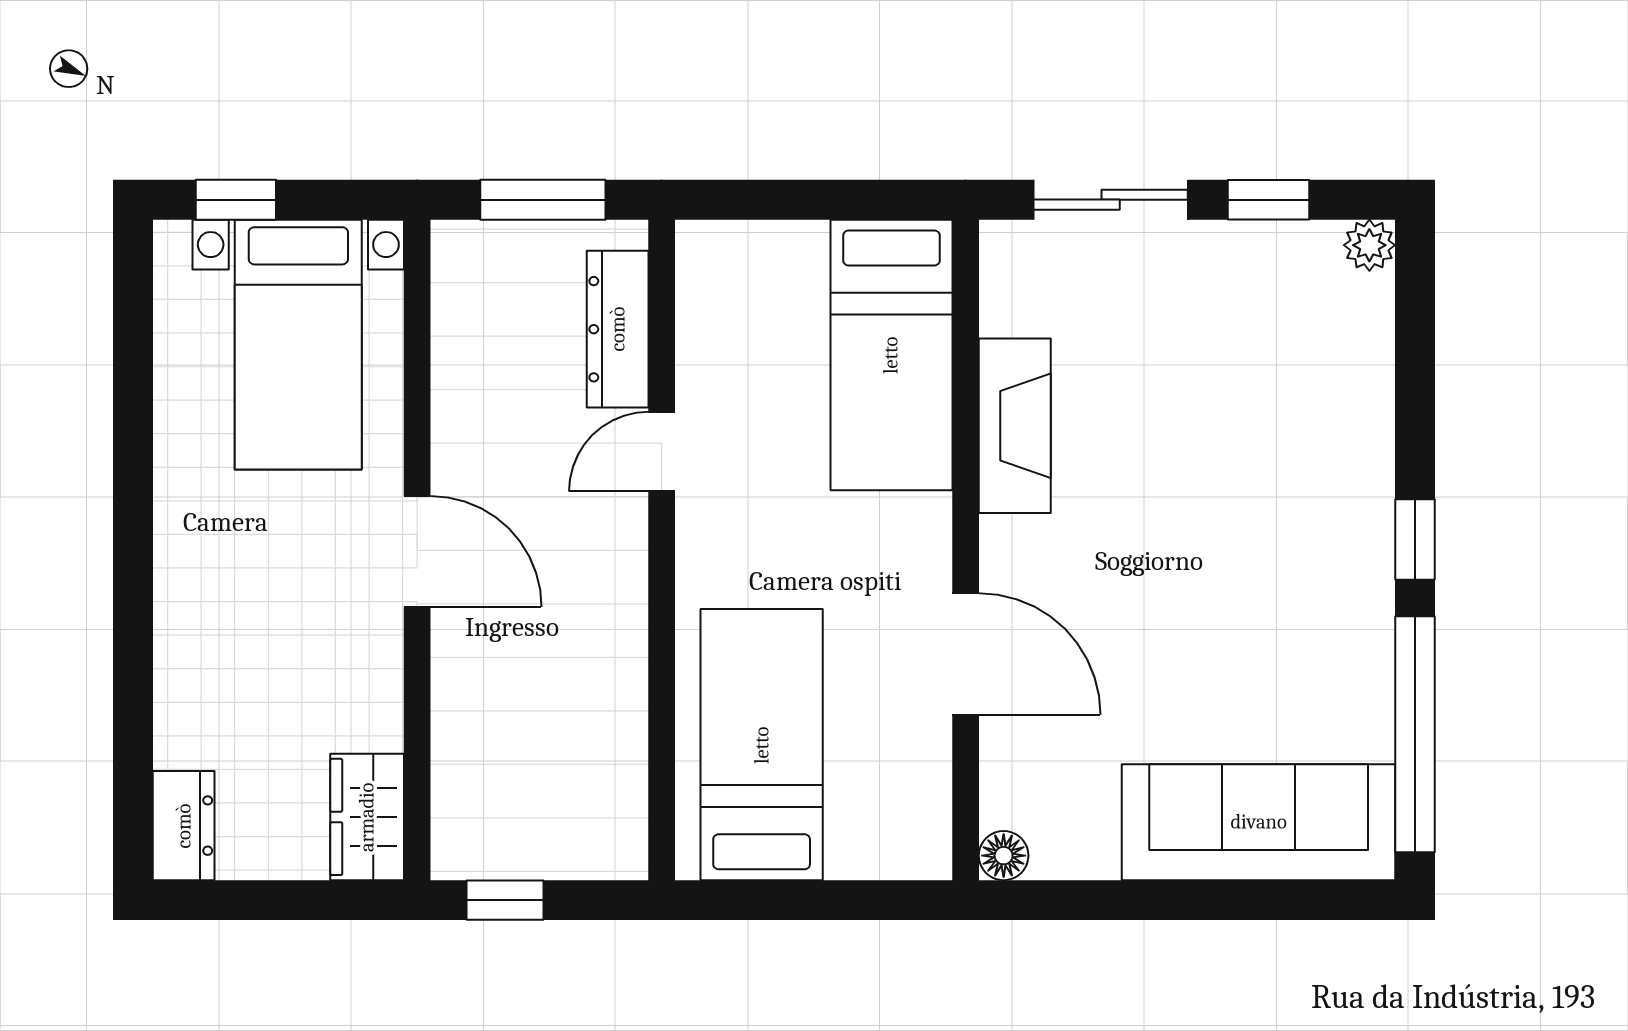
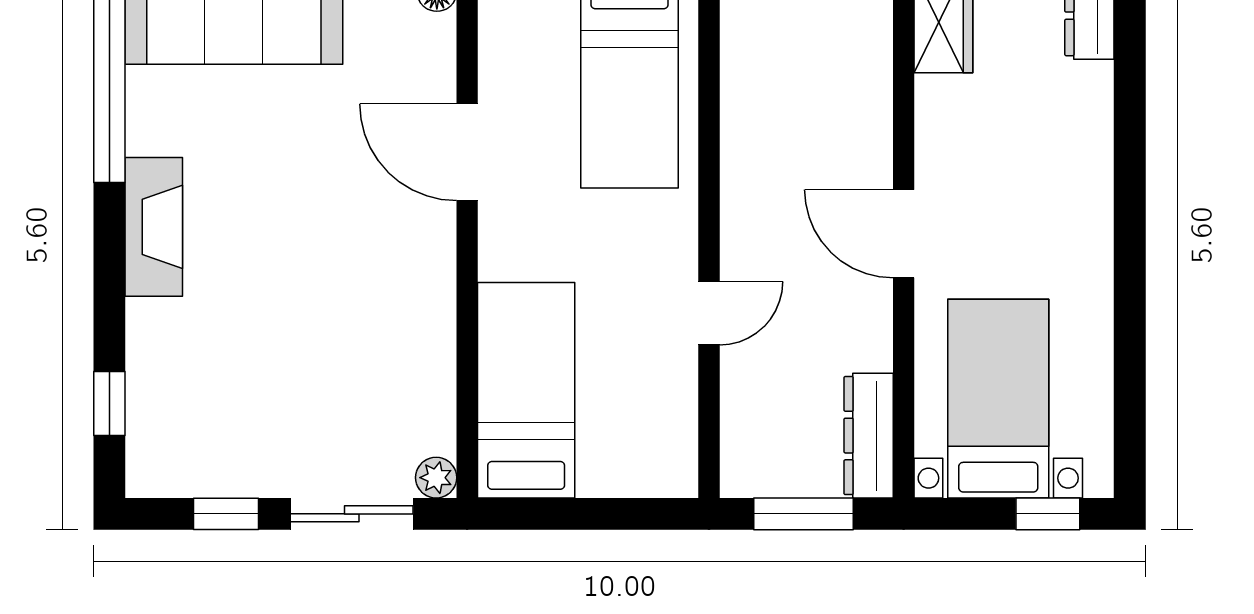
plant: (1369, 245) -> (436, 478), moved
dresser: (618, 329) -> (869, 436), moved, turned 180
fireplace: (1015, 426) -> (154, 227), moved, turned 180
window: (1415, 540) -> (109, 404), moved

